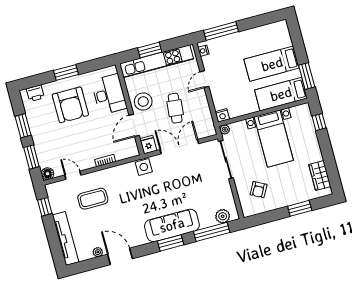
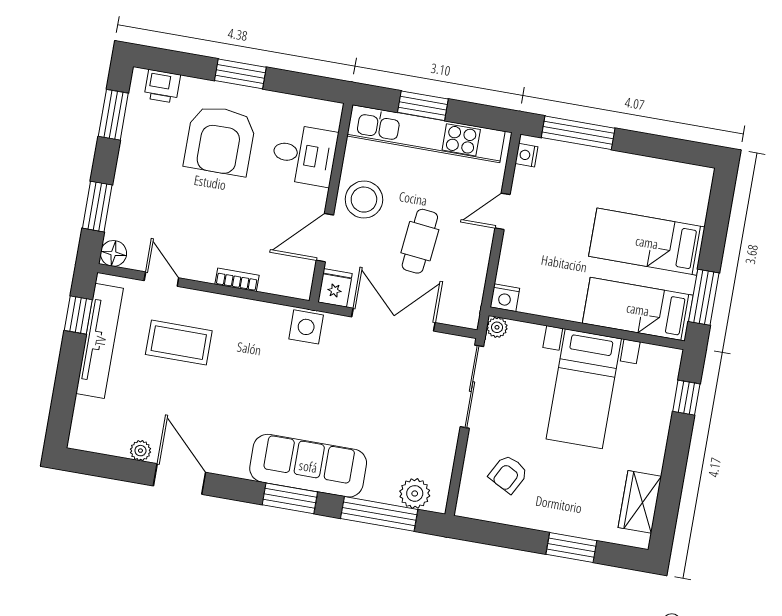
desk: (109, 94) -> (304, 155), width x0.73
window: (23, 126) -> (113, 115), moved
tv unit: (66, 239) -> (100, 341), moved

